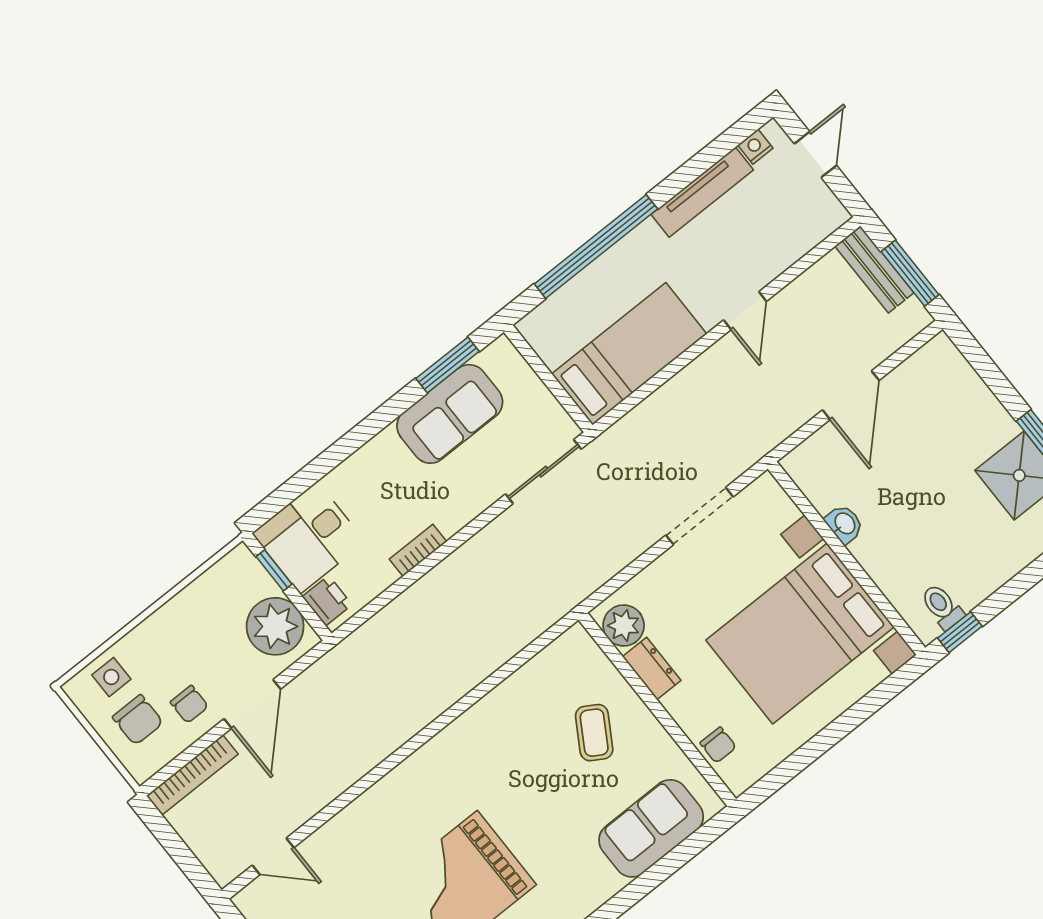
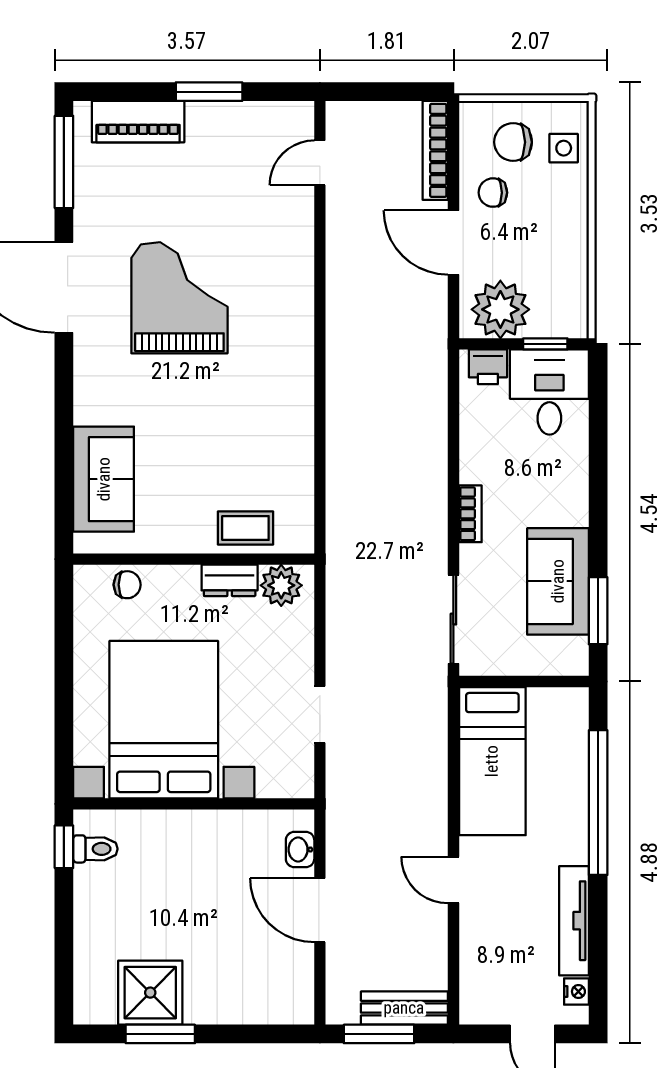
doorway: (700, 516) -> (320, 714), width x0.73
washbasin: (844, 524) -> (300, 850), moved, turned 90
bookcase: (418, 550) -> (470, 514), moved
coffee table: (594, 733) -> (245, 528), moved, turned -31
chair: (718, 745) -> (127, 585), turned 180

